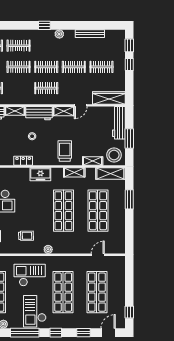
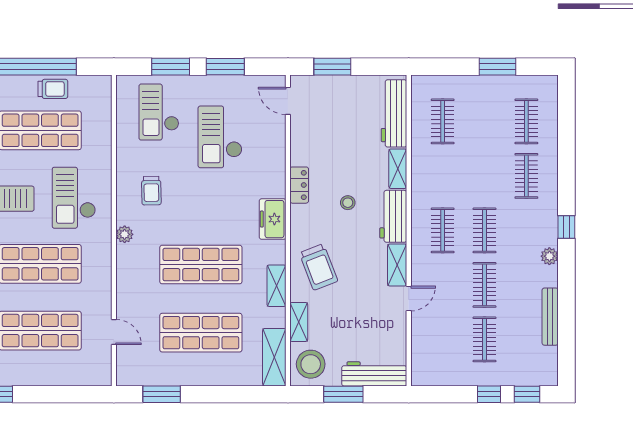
clothes rail: (19, 67) -> (485, 176), removed
wardrobe: (109, 98) -> (423, 354), removed
door: (81, 105) -> (409, 299), swing flipped
trolley: (65, 151) -> (319, 267), turned 69
window: (129, 199) -> (162, 394), moved
checkout: (30, 275) -> (74, 198), turned 180

